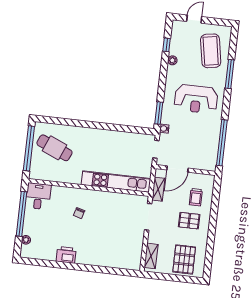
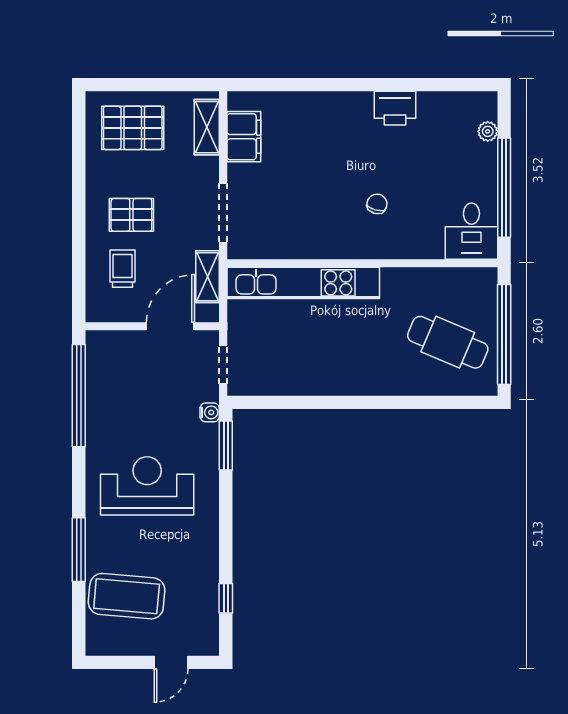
coffee table: (211, 51) -> (127, 596), turned -75
plant: (172, 60) -> (209, 565), removed
filing cabinet: (135, 250) -> (244, 137), added
pallet: (184, 259) -> (133, 128), turned 90

